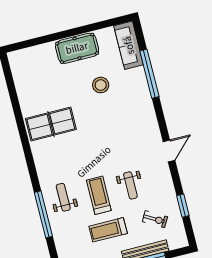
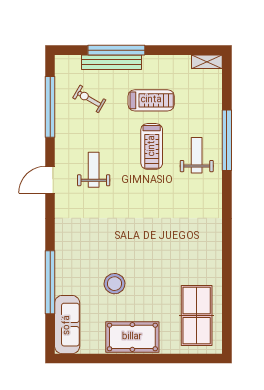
table tennis table: (51, 124) -> (197, 316), moved, turned 90
weight bench: (130, 185) -> (94, 170), moved
weight bench: (63, 197) -> (197, 155), turned 180
window: (183, 206) -> (50, 107), width x2.11

